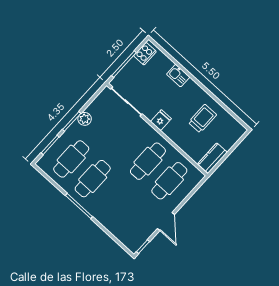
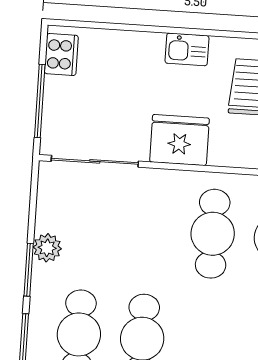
kitchen sink: (178, 76) -> (187, 49), moved
fridge: (161, 120) -> (179, 140), width x1.88, depth x1.34

